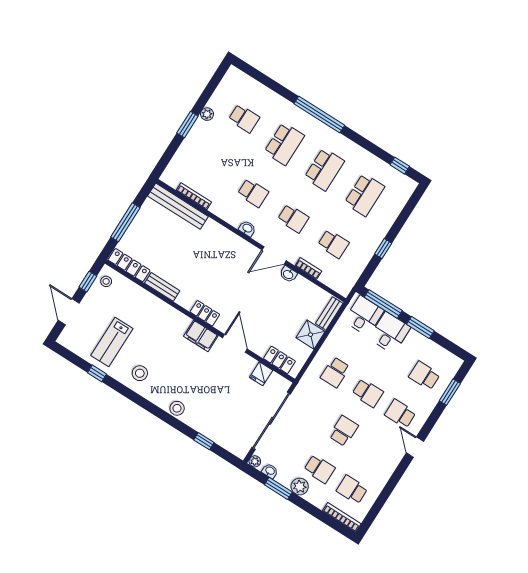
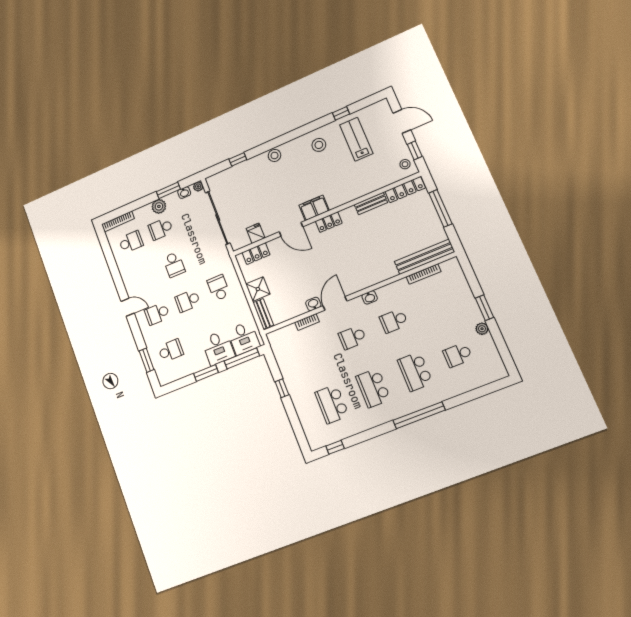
school desk: (333, 244) -> (312, 354), removed
school desk: (400, 414) -> (157, 314), turned 180

